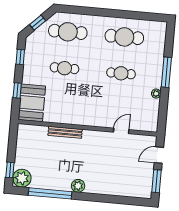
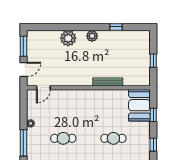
door: (121, 131) -> (43, 88), moved
window: (10, 170) -> (153, 61), moved
plant: (22, 178) -> (68, 38), moved
window: (50, 193) -> (116, 27), width x0.32

